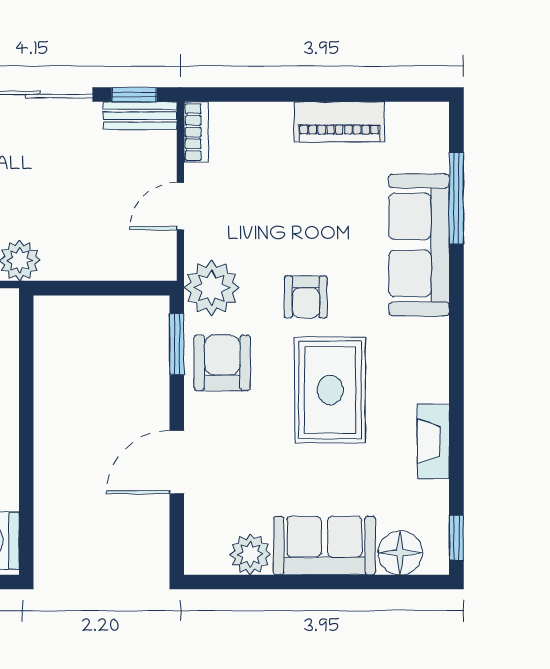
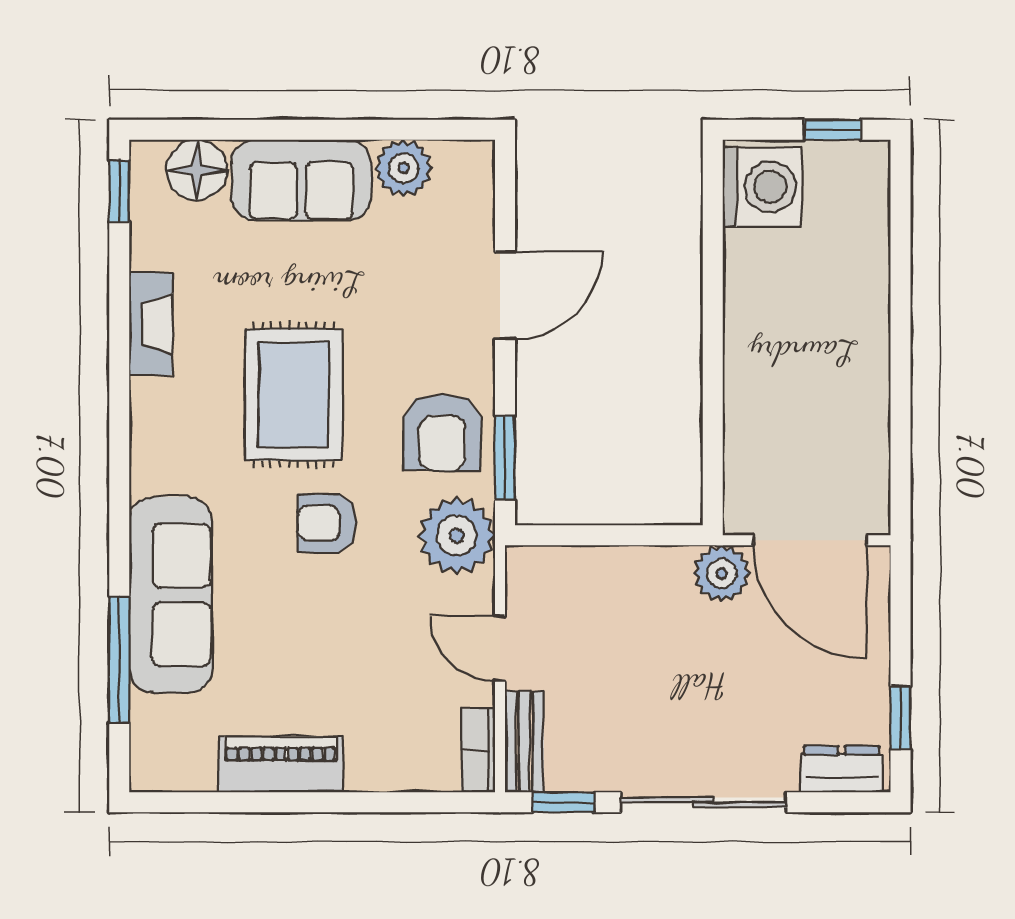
bench: (140, 116) -> (524, 742), moved, turned 90
door: (180, 206) -> (500, 648), swing flipped
armchair: (306, 297) -> (327, 523), turned -90

